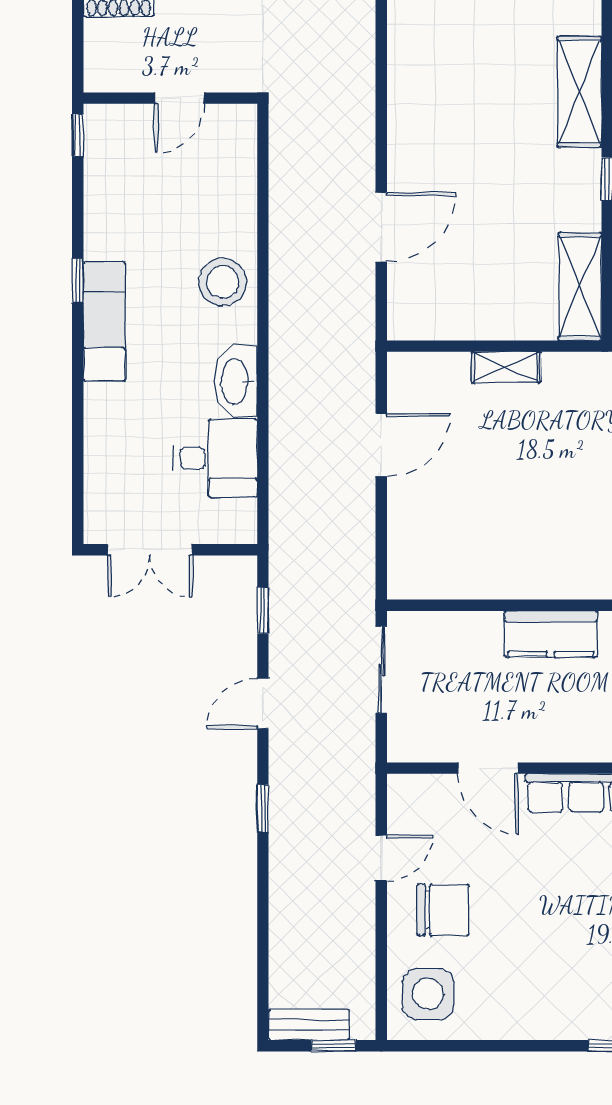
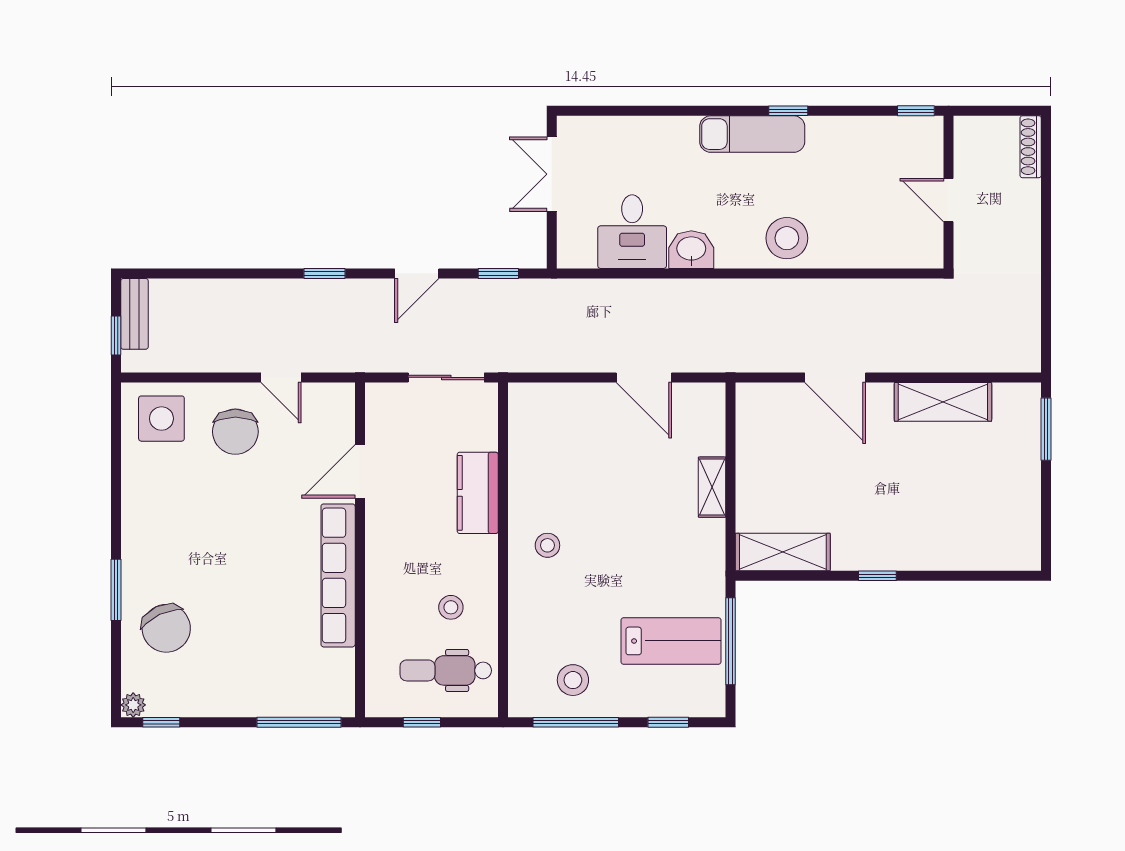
shelving: (579, 92) -> (943, 402), moved
washbasin: (236, 381) -> (691, 250), width x0.72
stool: (572, 555) -> (547, 545), added
kitchen counter: (551, 634) -> (478, 493), moved
door: (263, 703) -> (417, 273), swing flipped

